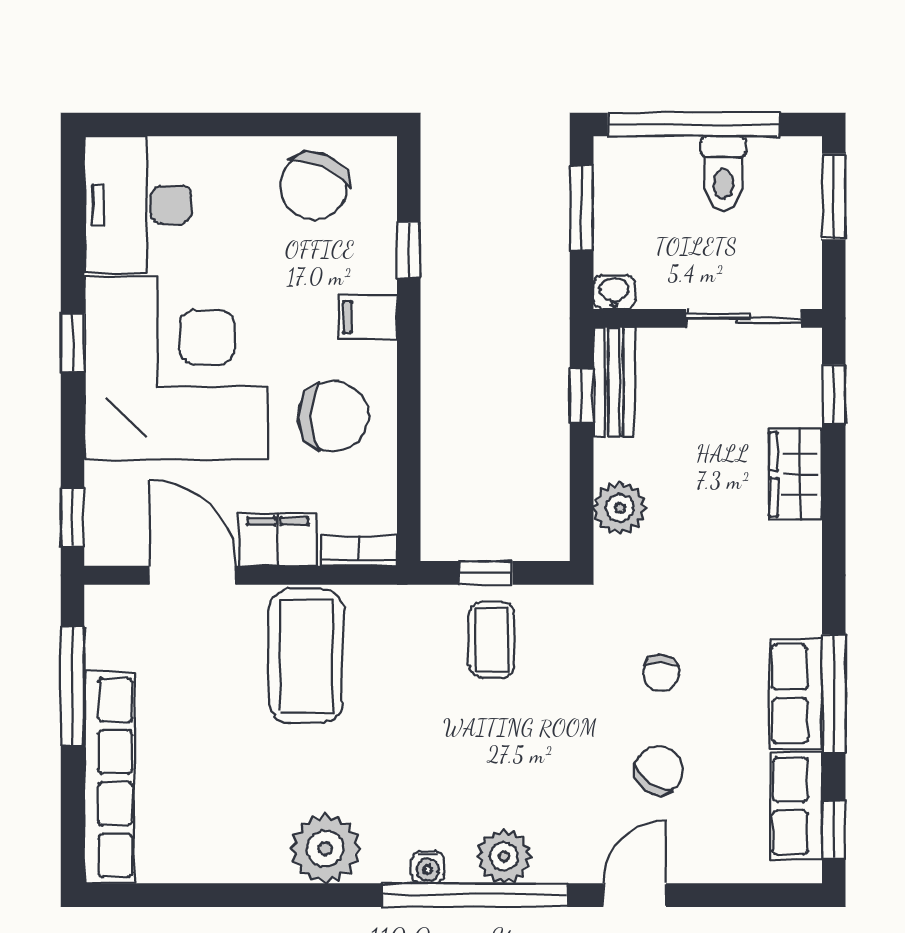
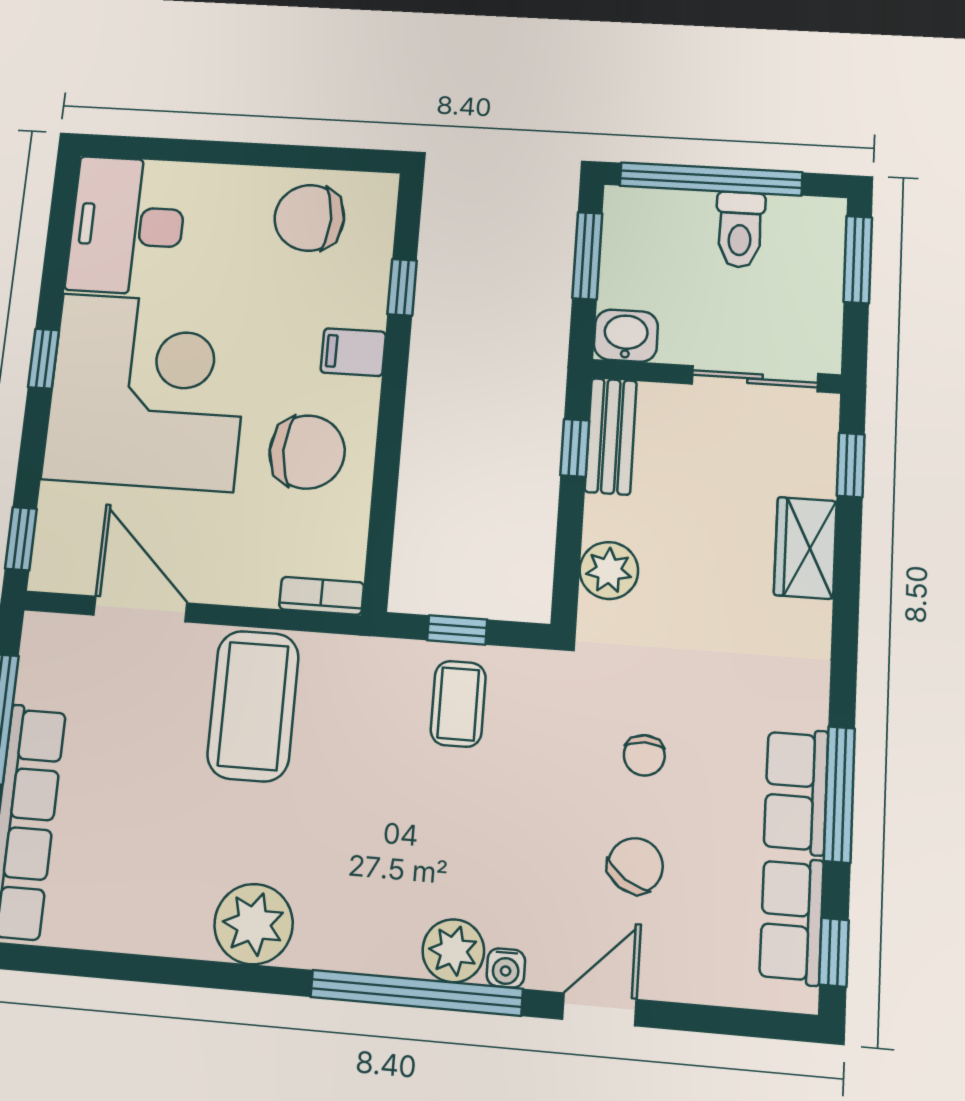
chair: (314, 186) -> (309, 218), turned 65
washbasin: (614, 292) -> (626, 336), width x1.38, depth x1.45
filing cabinet: (278, 540) -> (235, 578), removed
water cooler: (428, 867) -> (506, 968), moved

